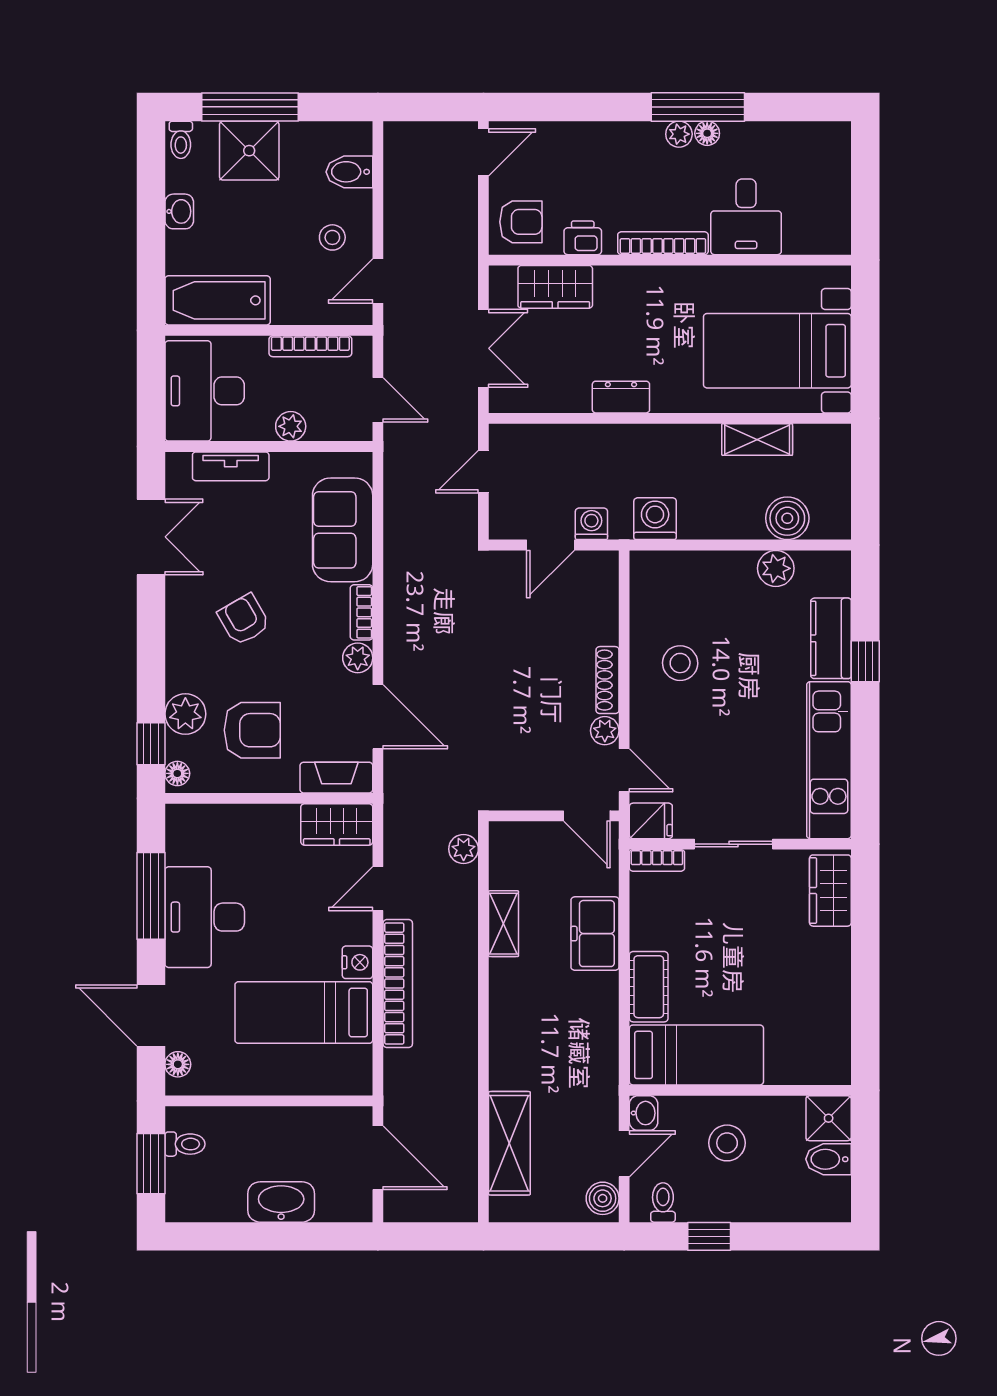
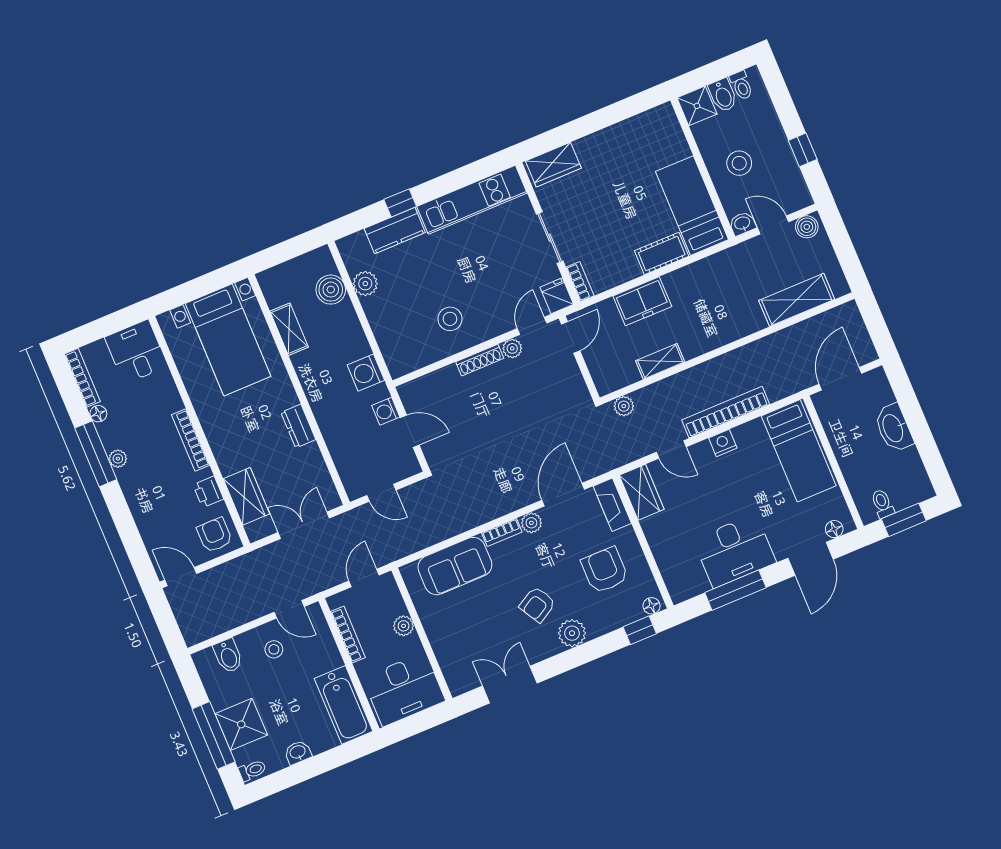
bookcase: (809, 132) -> (82, 378), added
floor lamp: (707, 133) -> (98, 414), moved
desk: (746, 217) -> (136, 352), moved, turned -90
tv unit: (231, 466) -> (444, 653), removed
plant: (185, 714) -> (572, 633), moved
bed: (304, 1013) -> (799, 451), moved
toilet: (663, 1202) -> (741, 85), moved, turned -90

